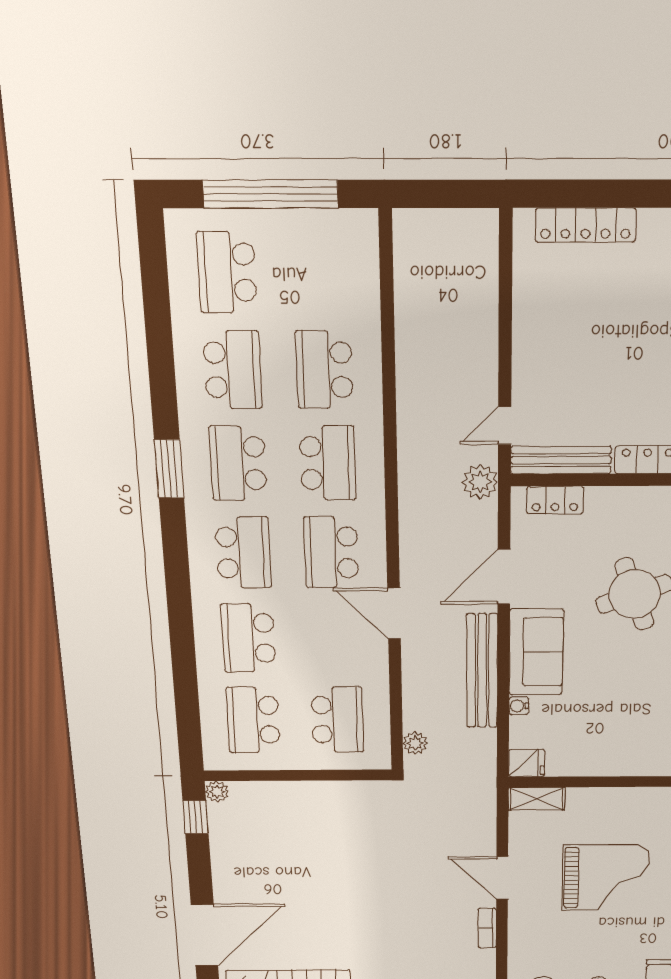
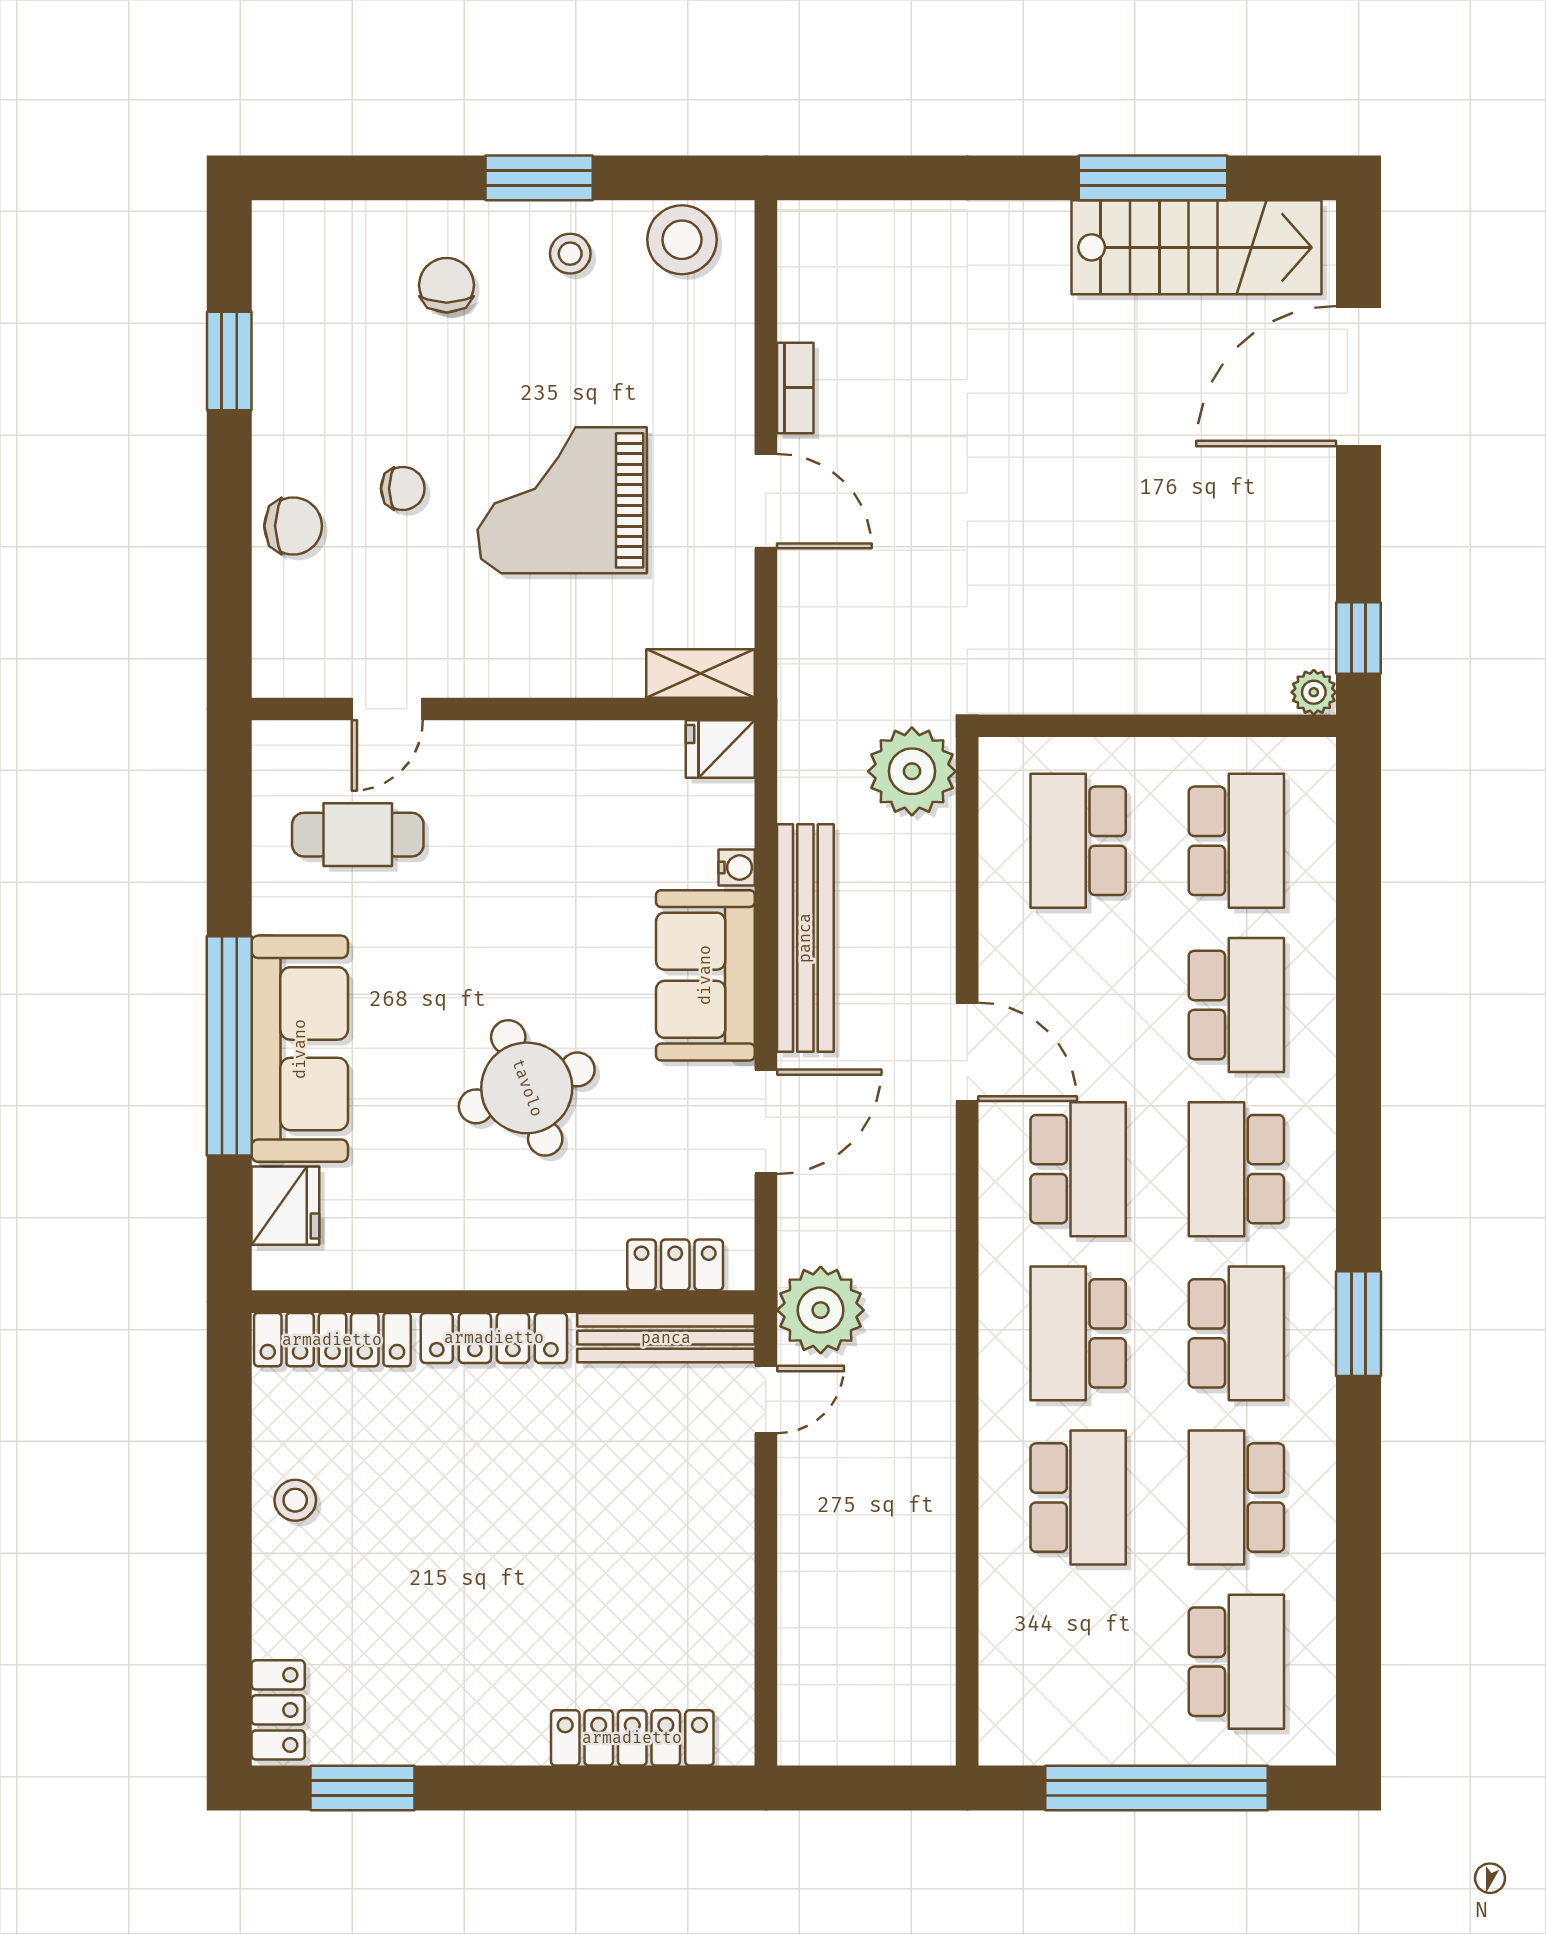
plant: (480, 482) -> (821, 1310), width x1.36, depth x1.36
plant: (415, 743) -> (912, 771), width x1.87, depth x1.87

